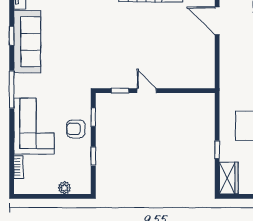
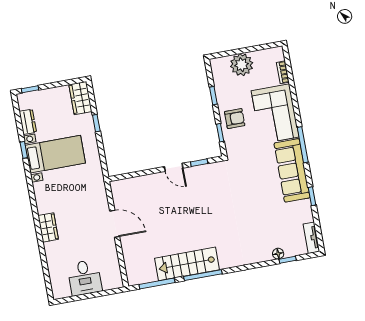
door: (217, 21) -> (115, 224), moved
sofa: (27, 42) -> (292, 170), moved
plant: (64, 188) -> (242, 65), width x1.88, depth x1.88

